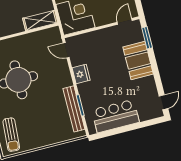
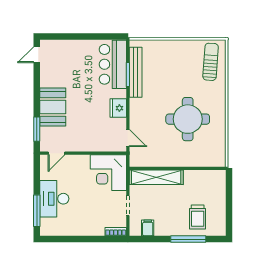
shelving: (40, 21) -> (156, 177), width x1.47
bar counter: (115, 116) -> (113, 64), moved, turned 90

